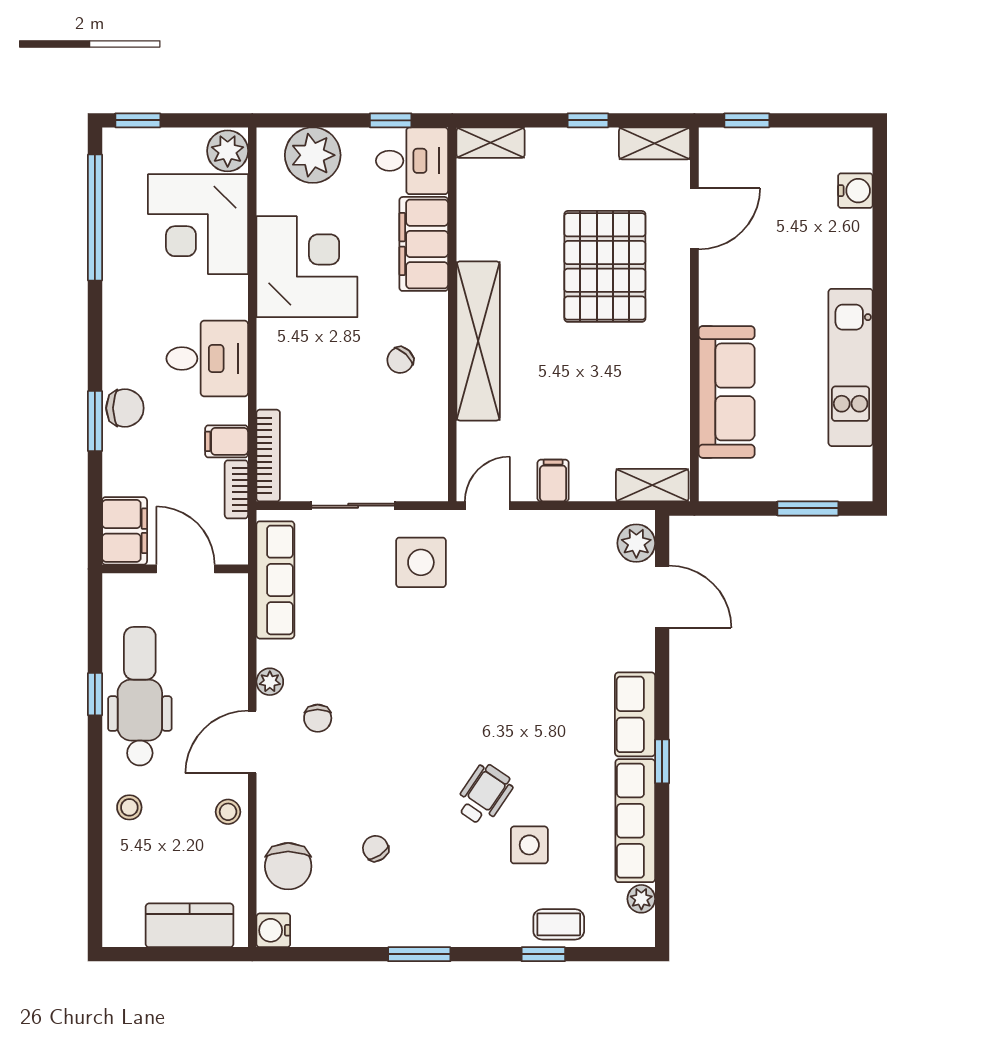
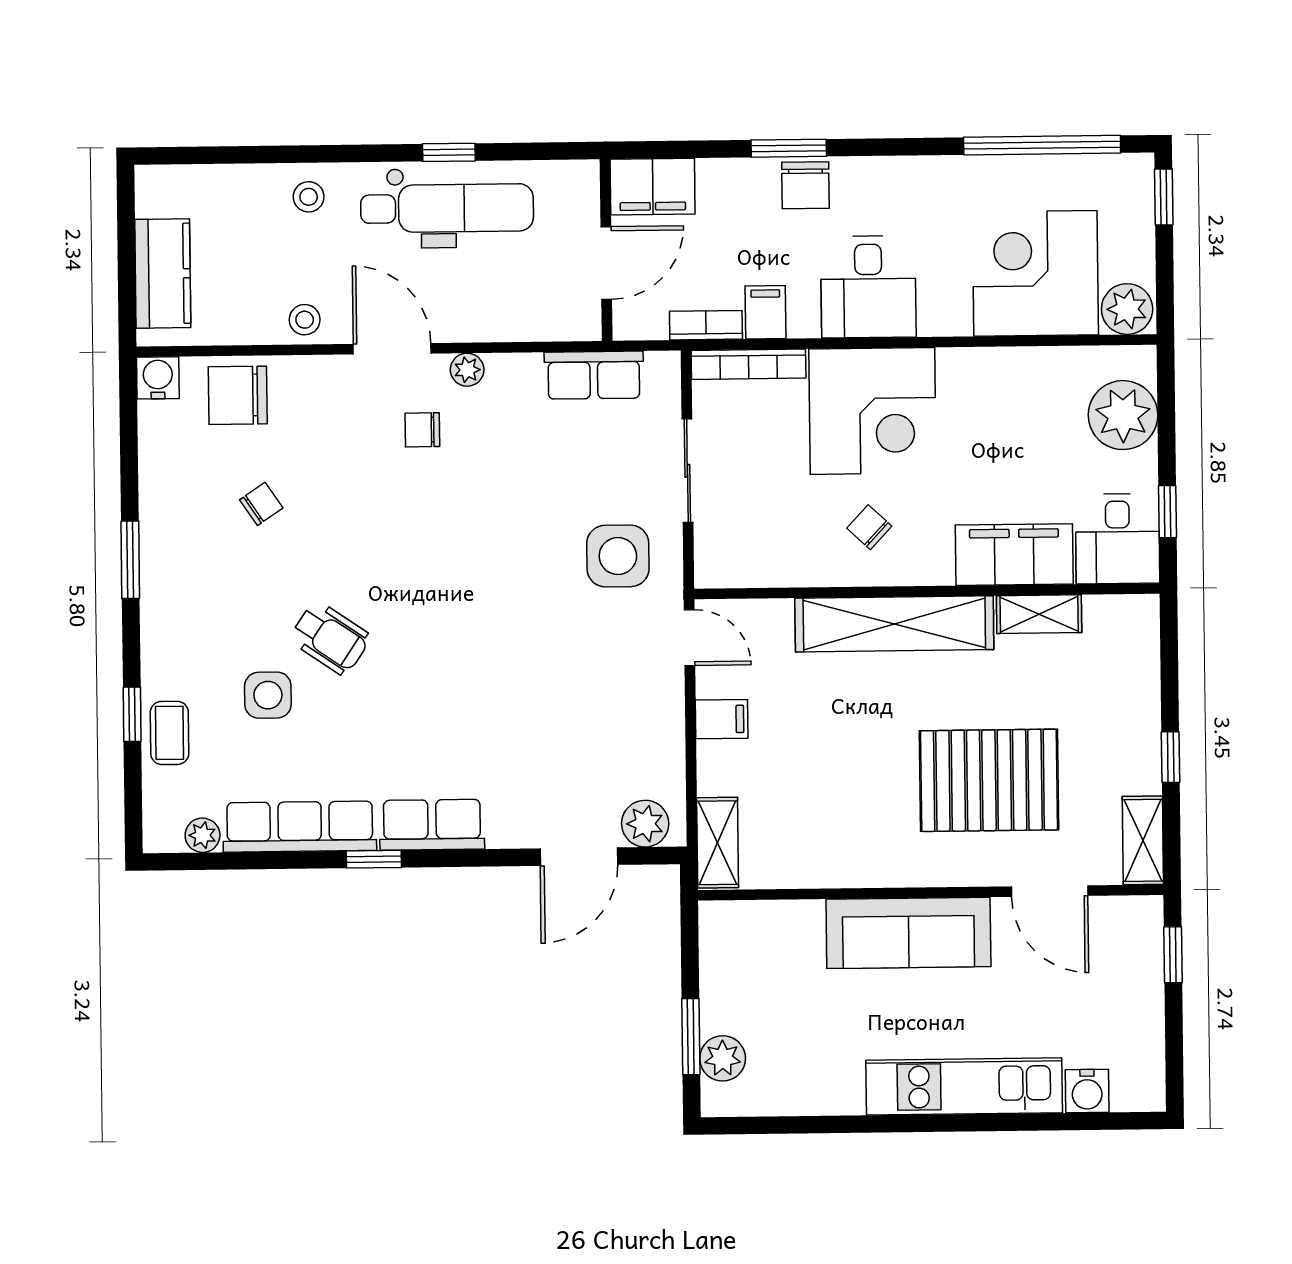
shelving: (491, 143) -> (1039, 614), moved, turned 90
corner desk: (307, 267) -> (873, 411), moved
kitchen unit: (851, 367) -> (964, 1086), moved
sofa: (727, 392) -> (908, 933), moved
plant: (826, 483) -> (723, 1058), added
row of seats: (275, 580) -> (594, 375), width x0.68

